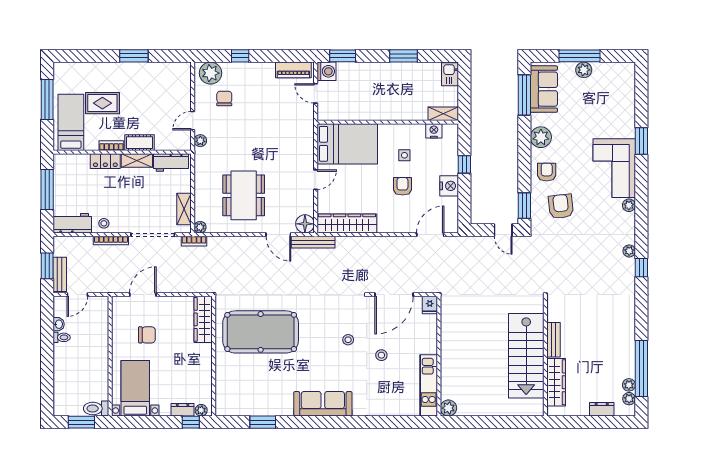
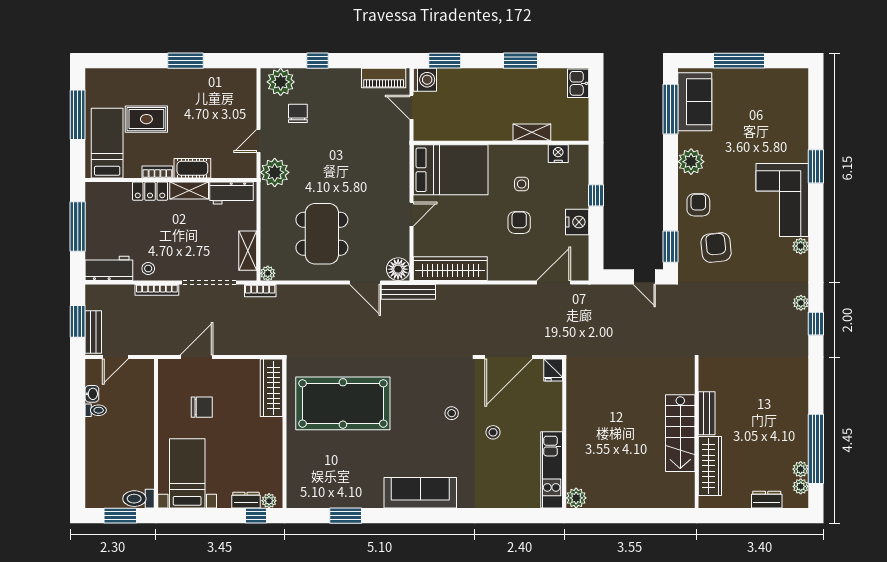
plant: (584, 70) -> (744, 78), removed
shelving: (443, 114) -> (532, 132), moved
plant: (200, 141) -> (275, 172), width x1.87, depth x1.87
stairs: (526, 356) -> (680, 433), width x0.73, depth x0.66

